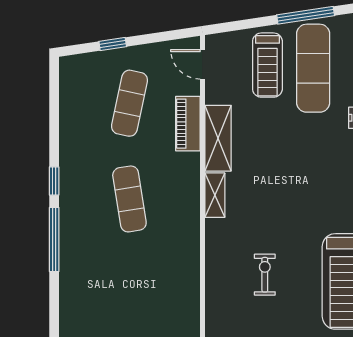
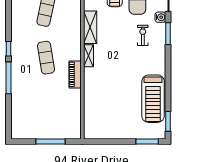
piano: (188, 124) -> (75, 74), moved
exercise bike: (265, 275) -> (143, 35), moved

